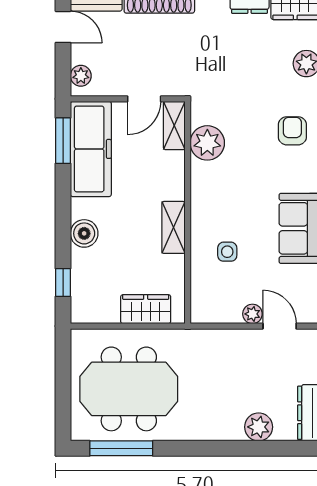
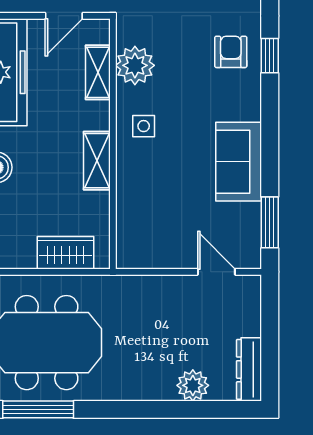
shelving: (174, 125) -> (98, 72), moved
side table: (227, 252) -> (144, 126), moved
plant: (252, 314) -> (186, 258), removed

